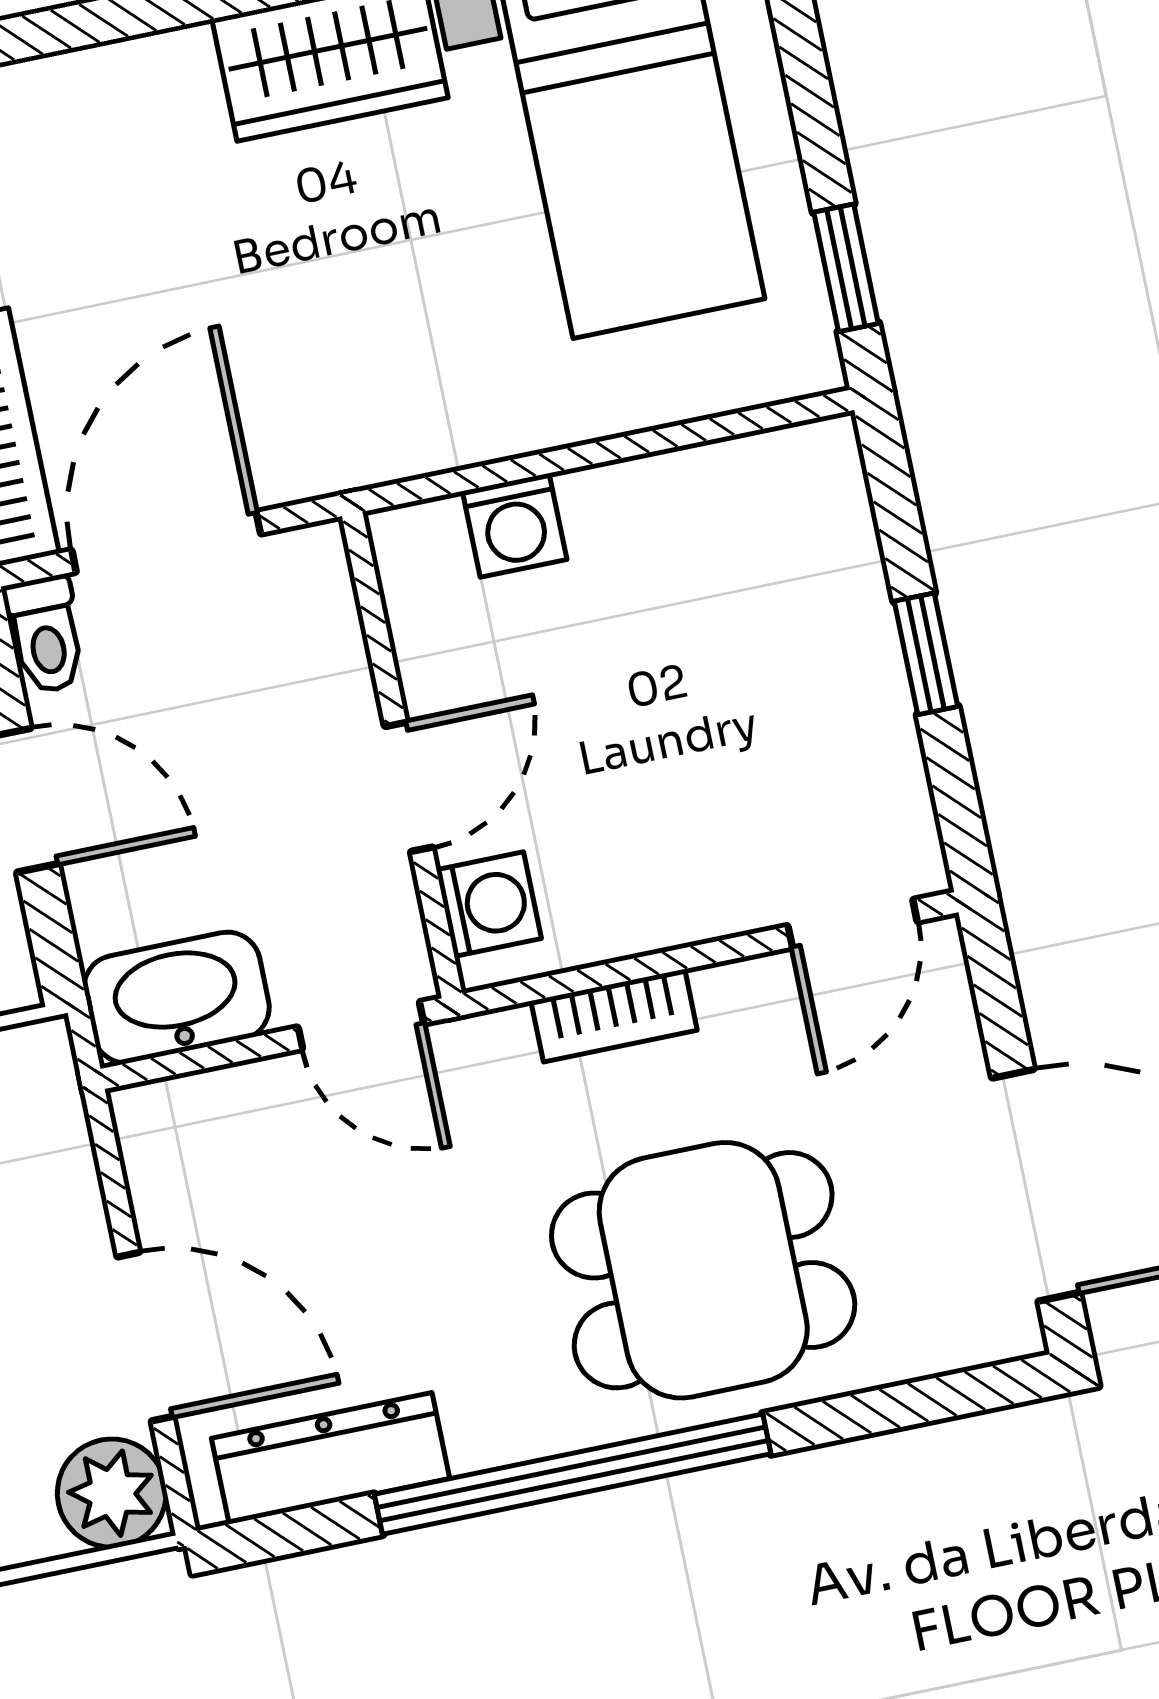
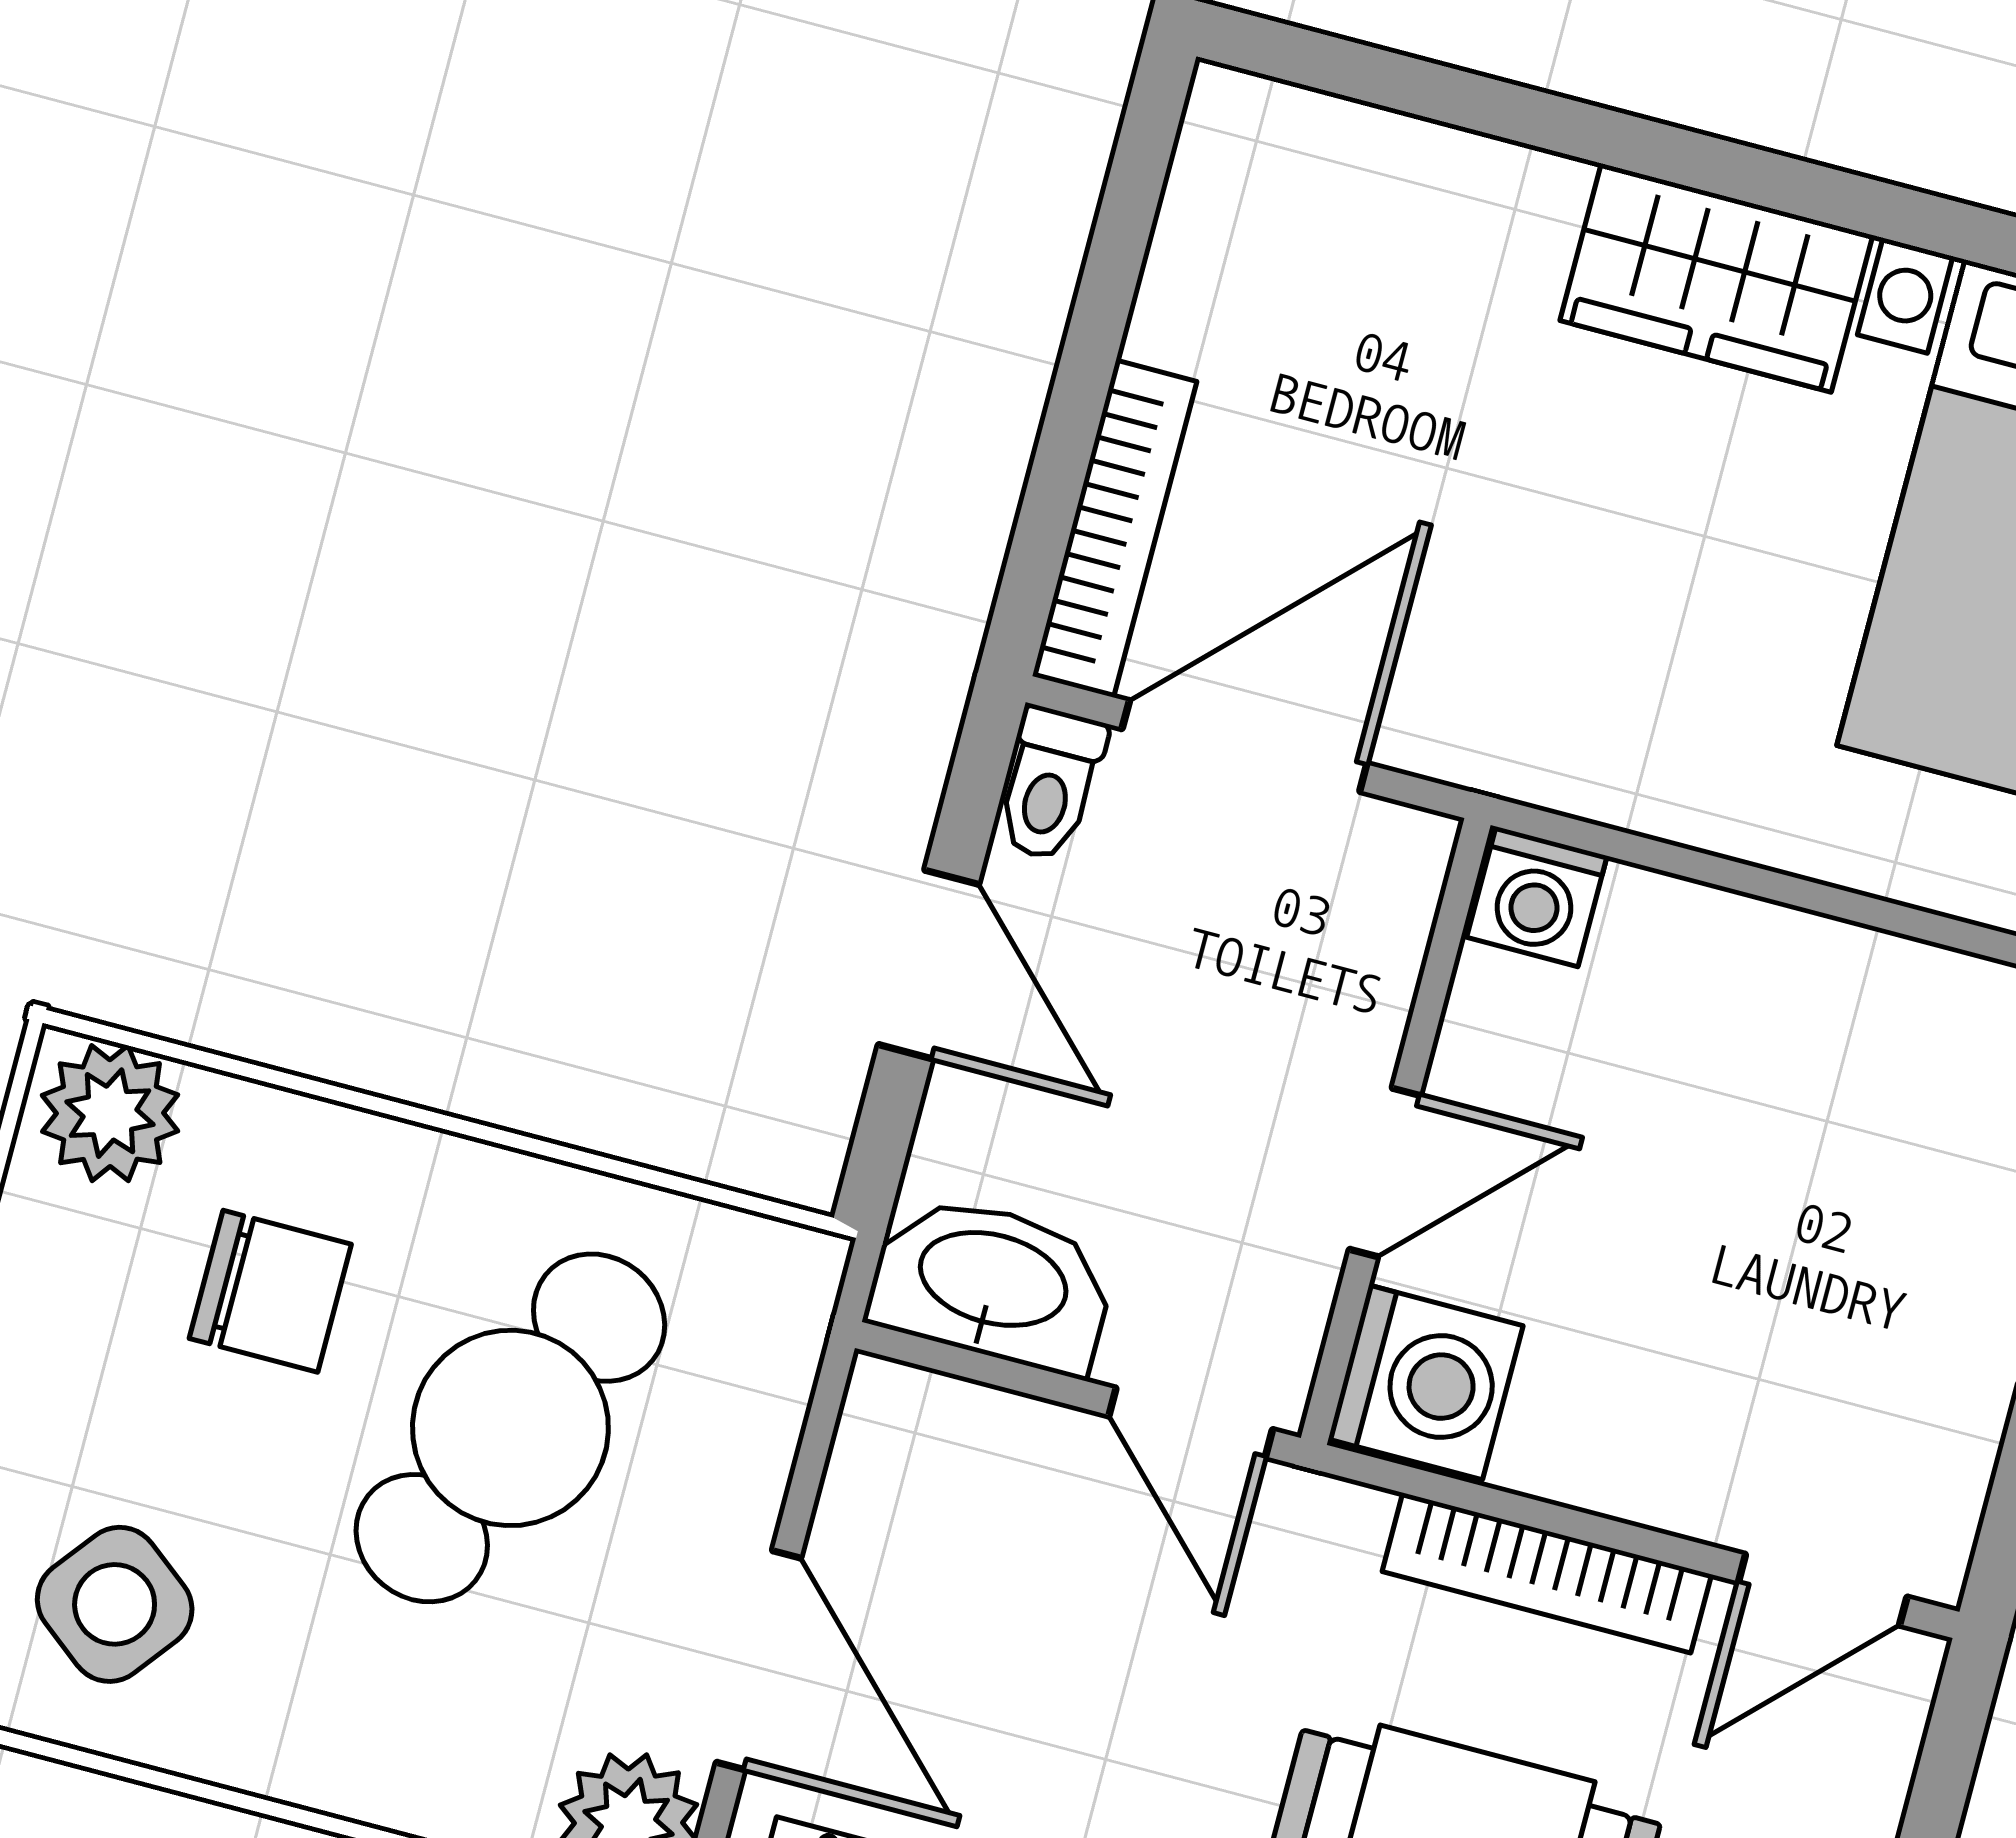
washing machine: (515, 525) -> (1537, 897), moved
washing machine: (489, 904) -> (1426, 1382), width x1.38, depth x1.38
bookcase: (614, 1016) -> (1547, 1573), width x1.56

